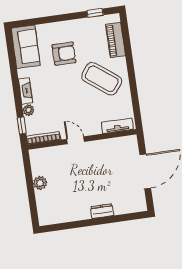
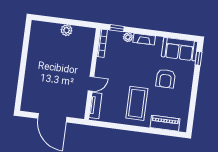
window: (95, 13) -> (198, 58), moved
coffee table: (102, 79) -> (137, 103), turned -37
door: (75, 140) -> (91, 84), moved
dresser: (102, 211) -> (30, 74), removed

